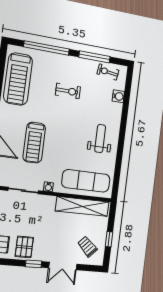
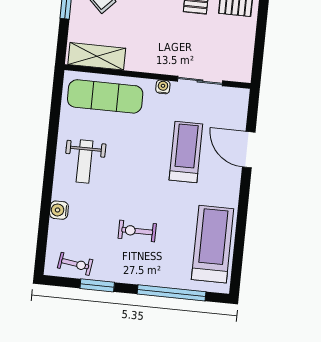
window: (95, 57) -> (97, 285), width x0.69
water cooler: (118, 96) -> (59, 210), moved
shelving: (82, 206) -> (97, 56), width x0.68

